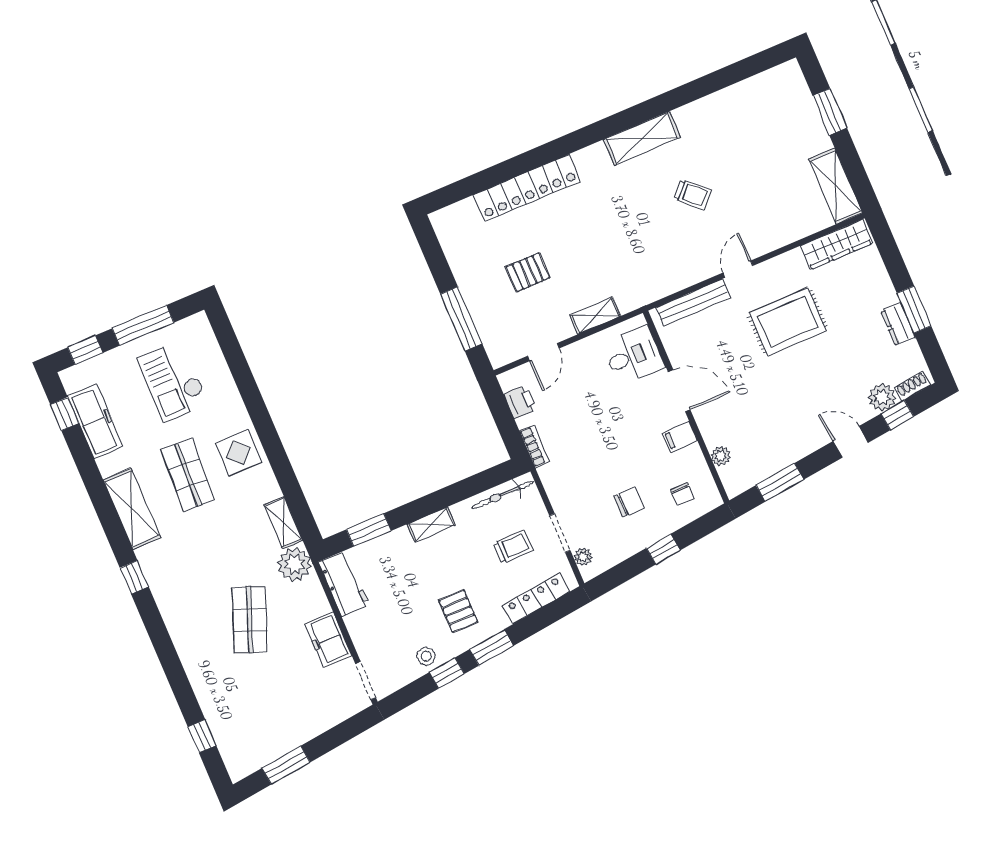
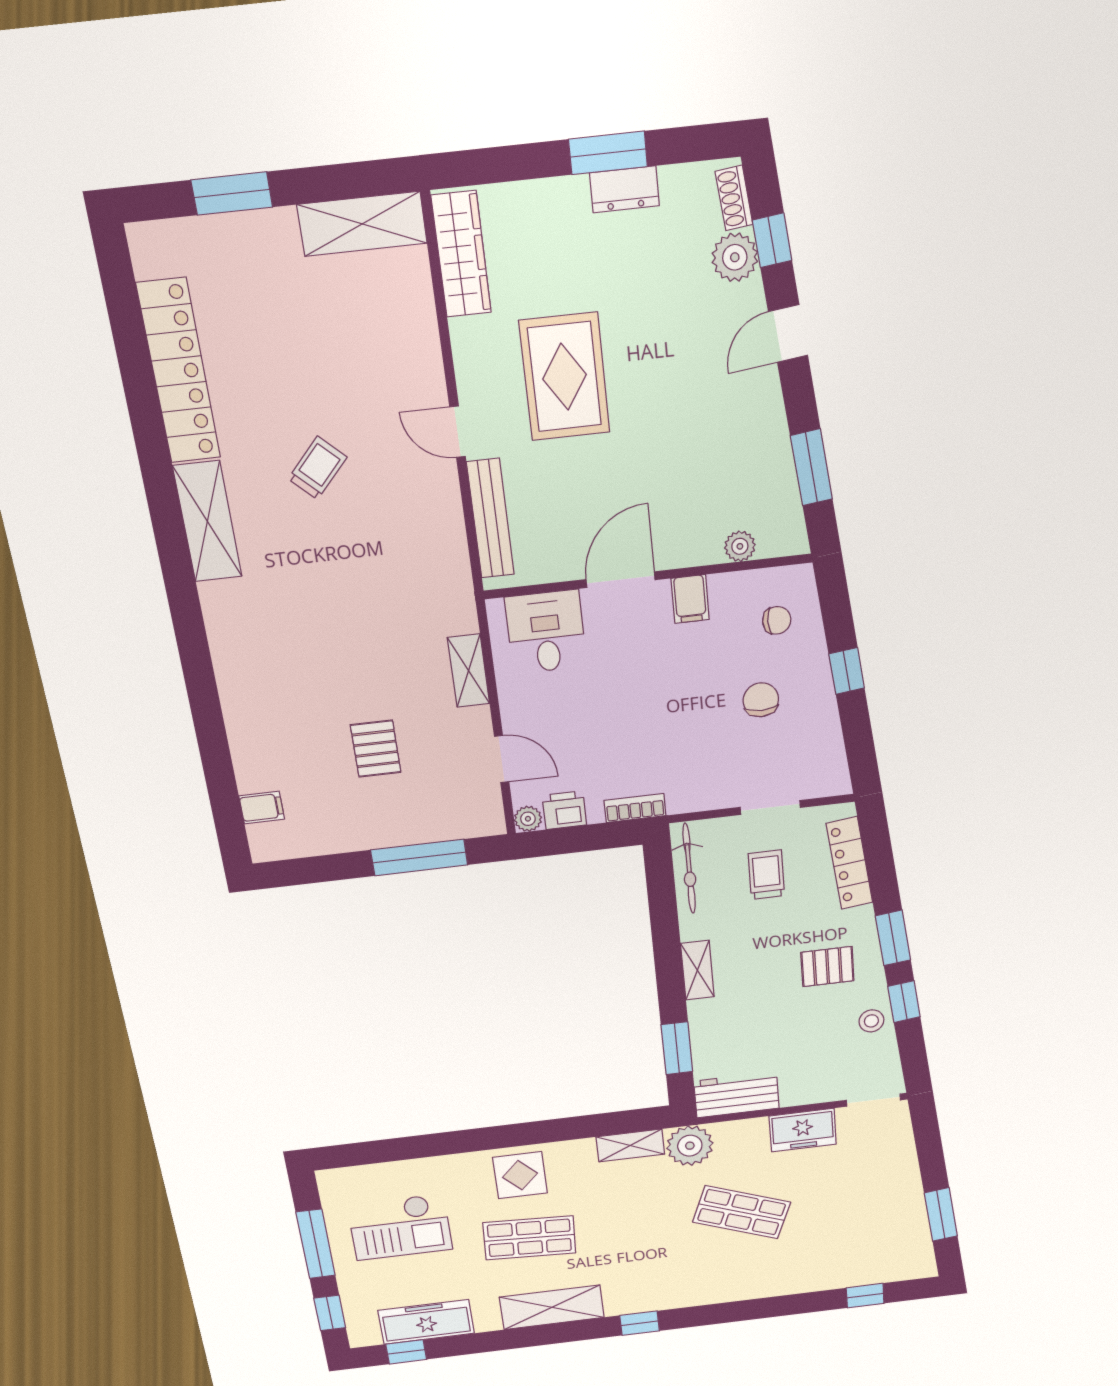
locker: (527, 188) -> (179, 371), moved
filing cabinet: (468, 212) -> (262, 807), added
plant: (583, 557) -> (528, 819), moved

